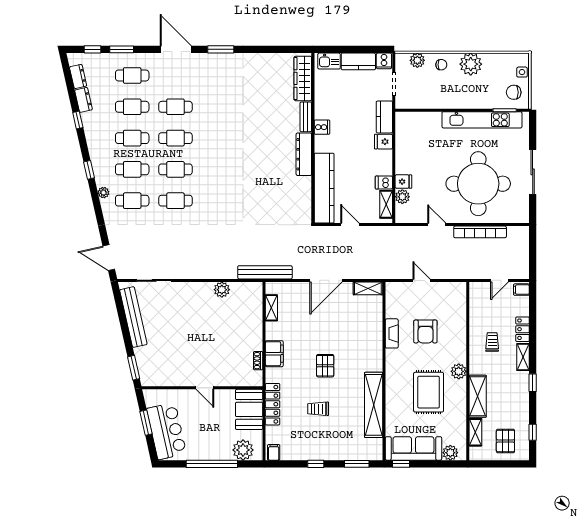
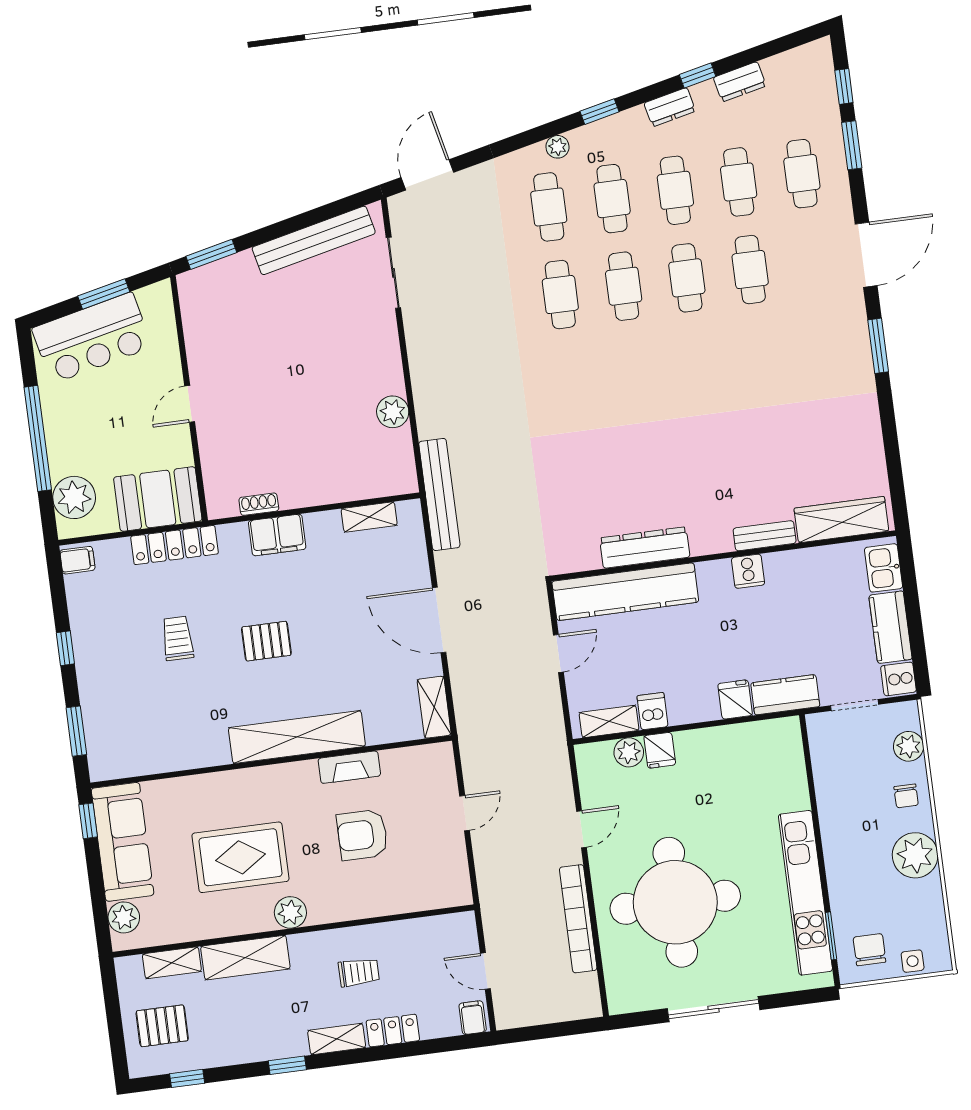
dresser: (78, 76) -> (670, 107), moved
dresser: (304, 154) -> (645, 548), moved
shelving: (374, 405) -> (297, 737), moved

